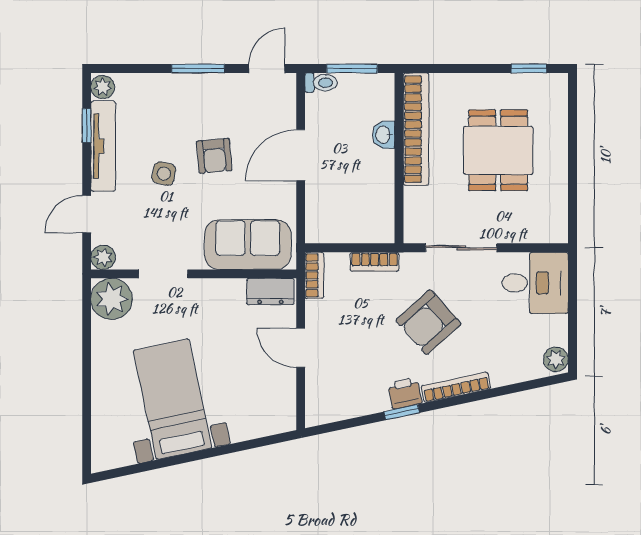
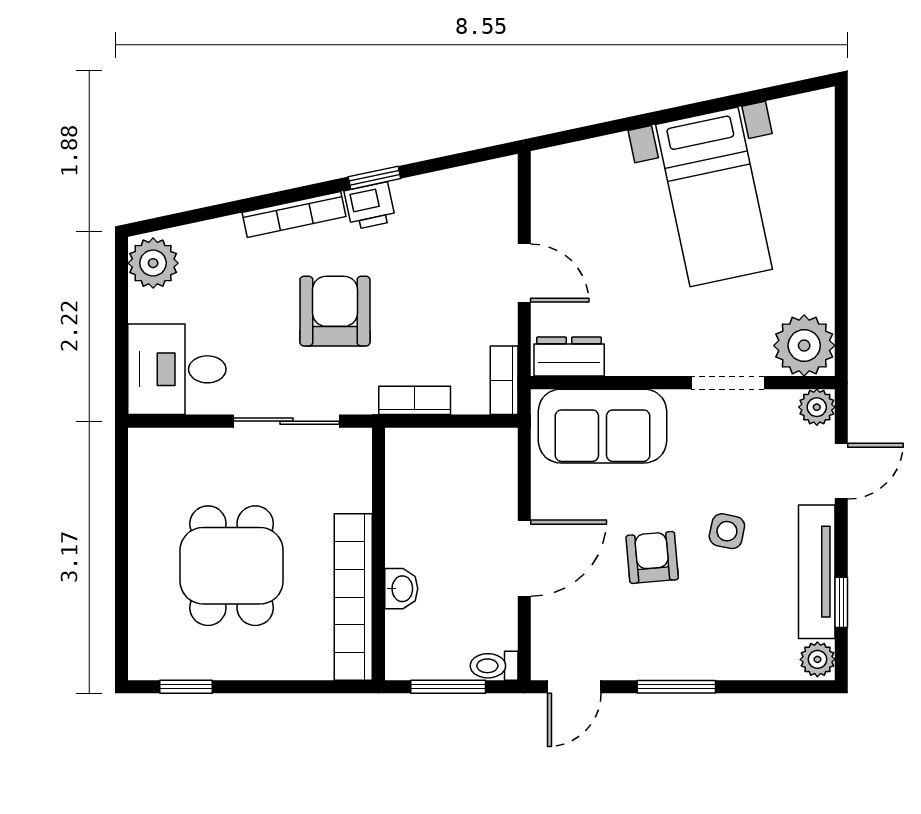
armchair: (428, 322) -> (335, 311), turned -48
plant: (556, 359) -> (153, 263), width x1.38, depth x1.38

